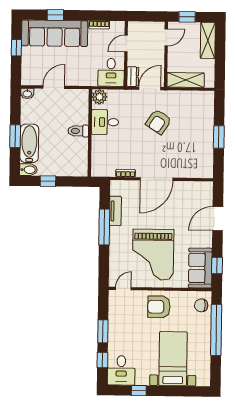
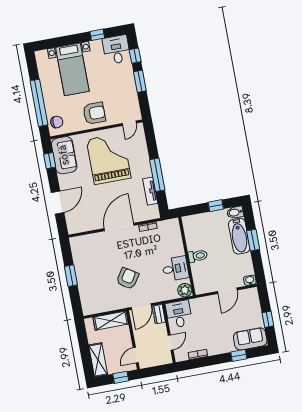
sofa: (55, 33) -> (250, 339), width x0.54, depth x0.79

